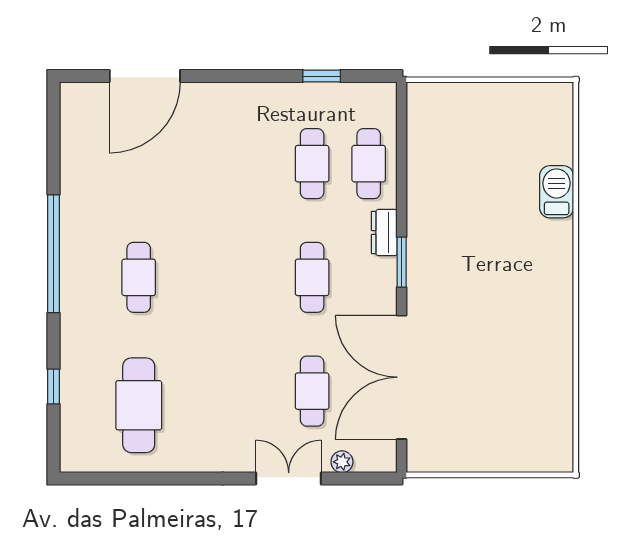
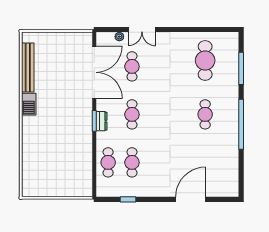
door: (145, 76) -> (191, 199), moved
barbecue: (557, 192) -> (29, 104), moved
dresser: (384, 232) -> (102, 121), moved
window: (54, 386) -> (241, 68), width x2.17
bench: (559, 388) -> (28, 68), added

